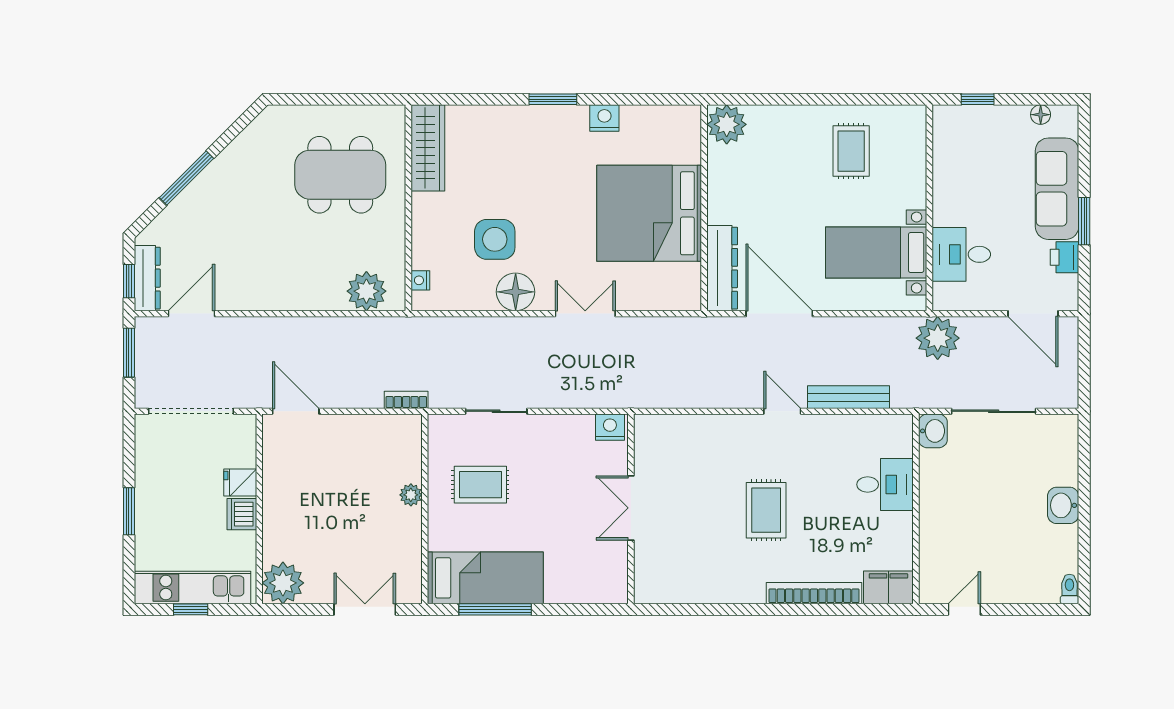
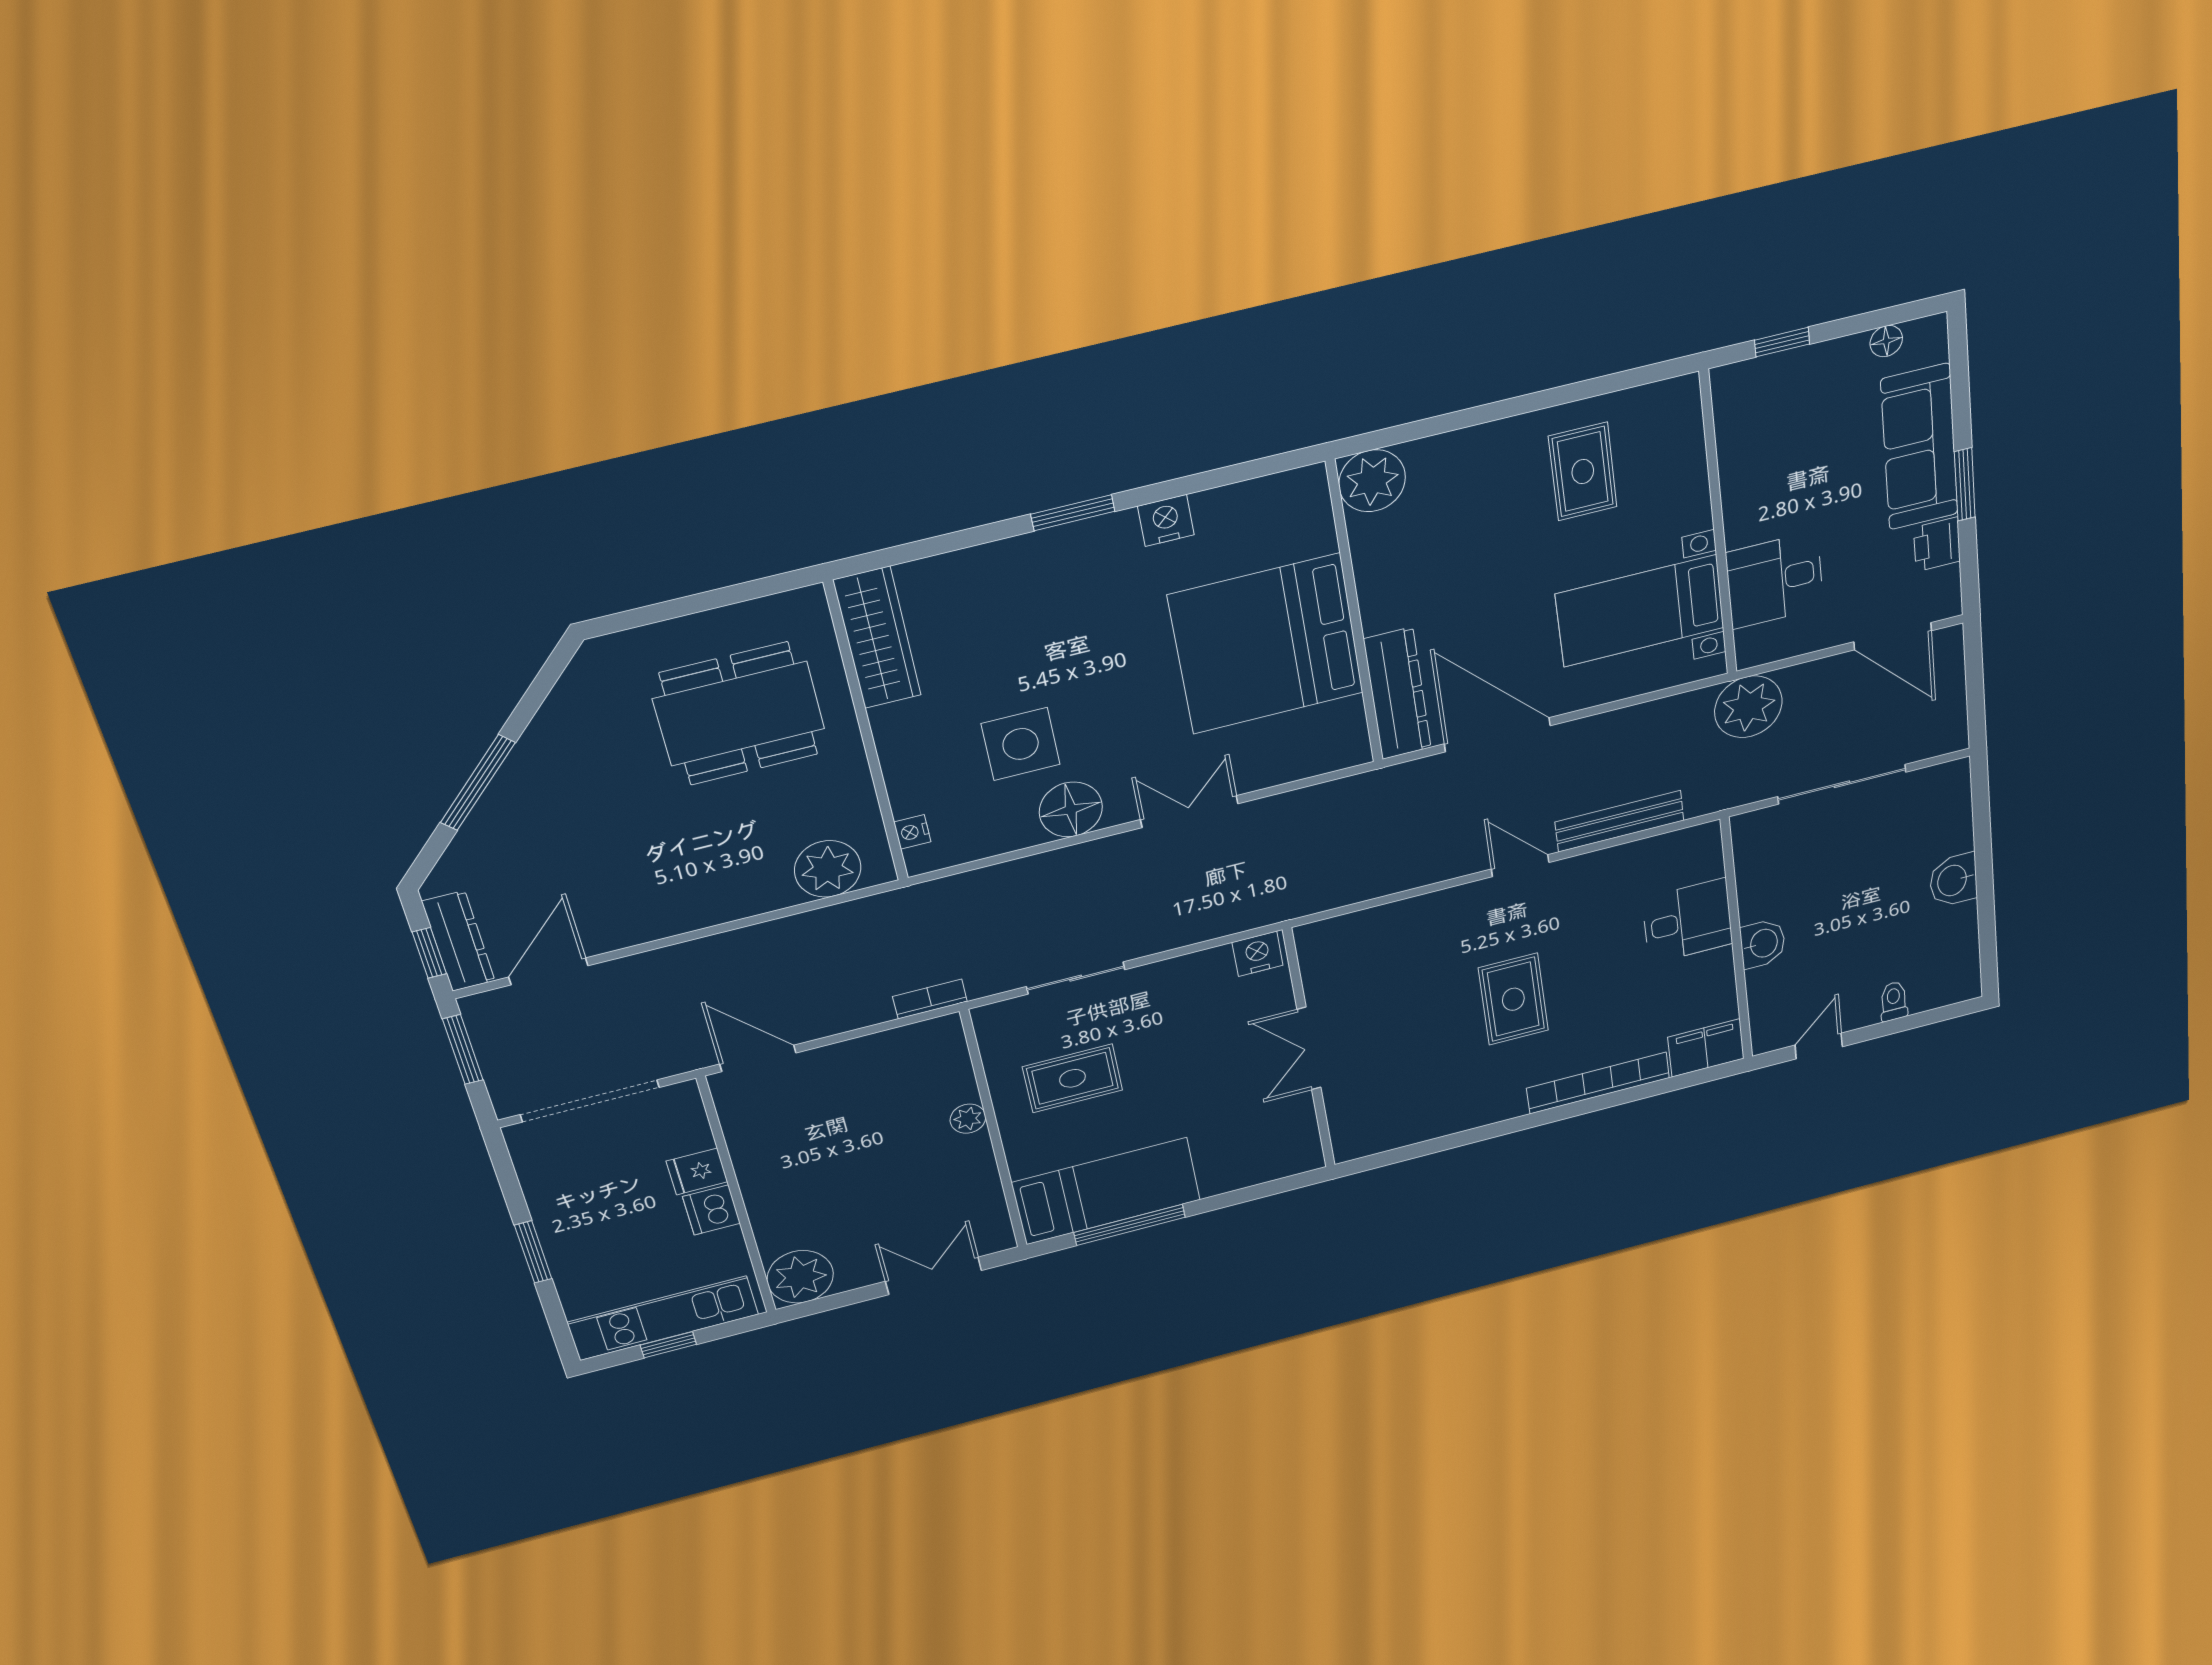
washbasin: (933, 431) -> (1763, 944), moved
toilet: (1069, 589) -> (1894, 1001), moved

